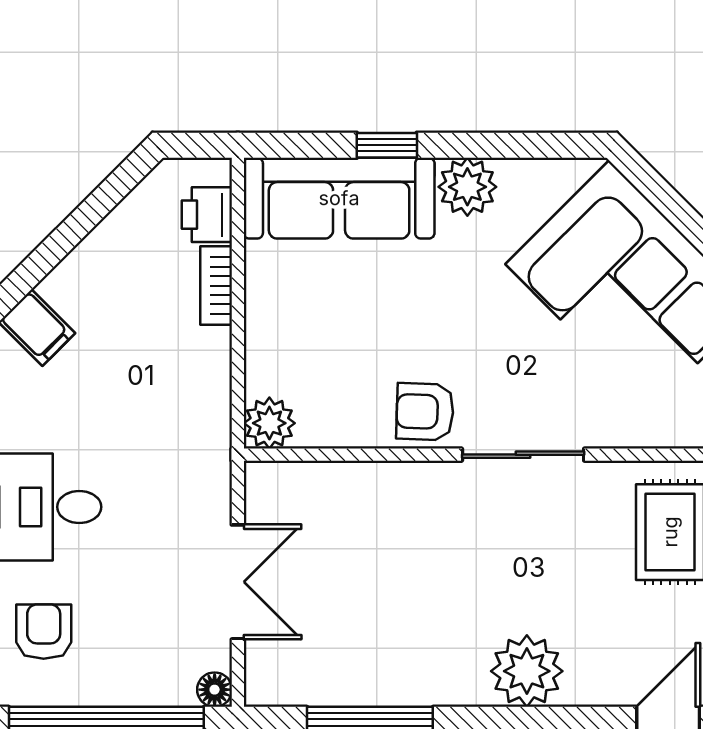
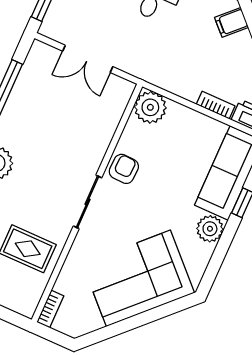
plant: (269, 423) -> (150, 107), width x1.36, depth x1.36
floor lamp: (215, 690) -> (47, 29), removed

